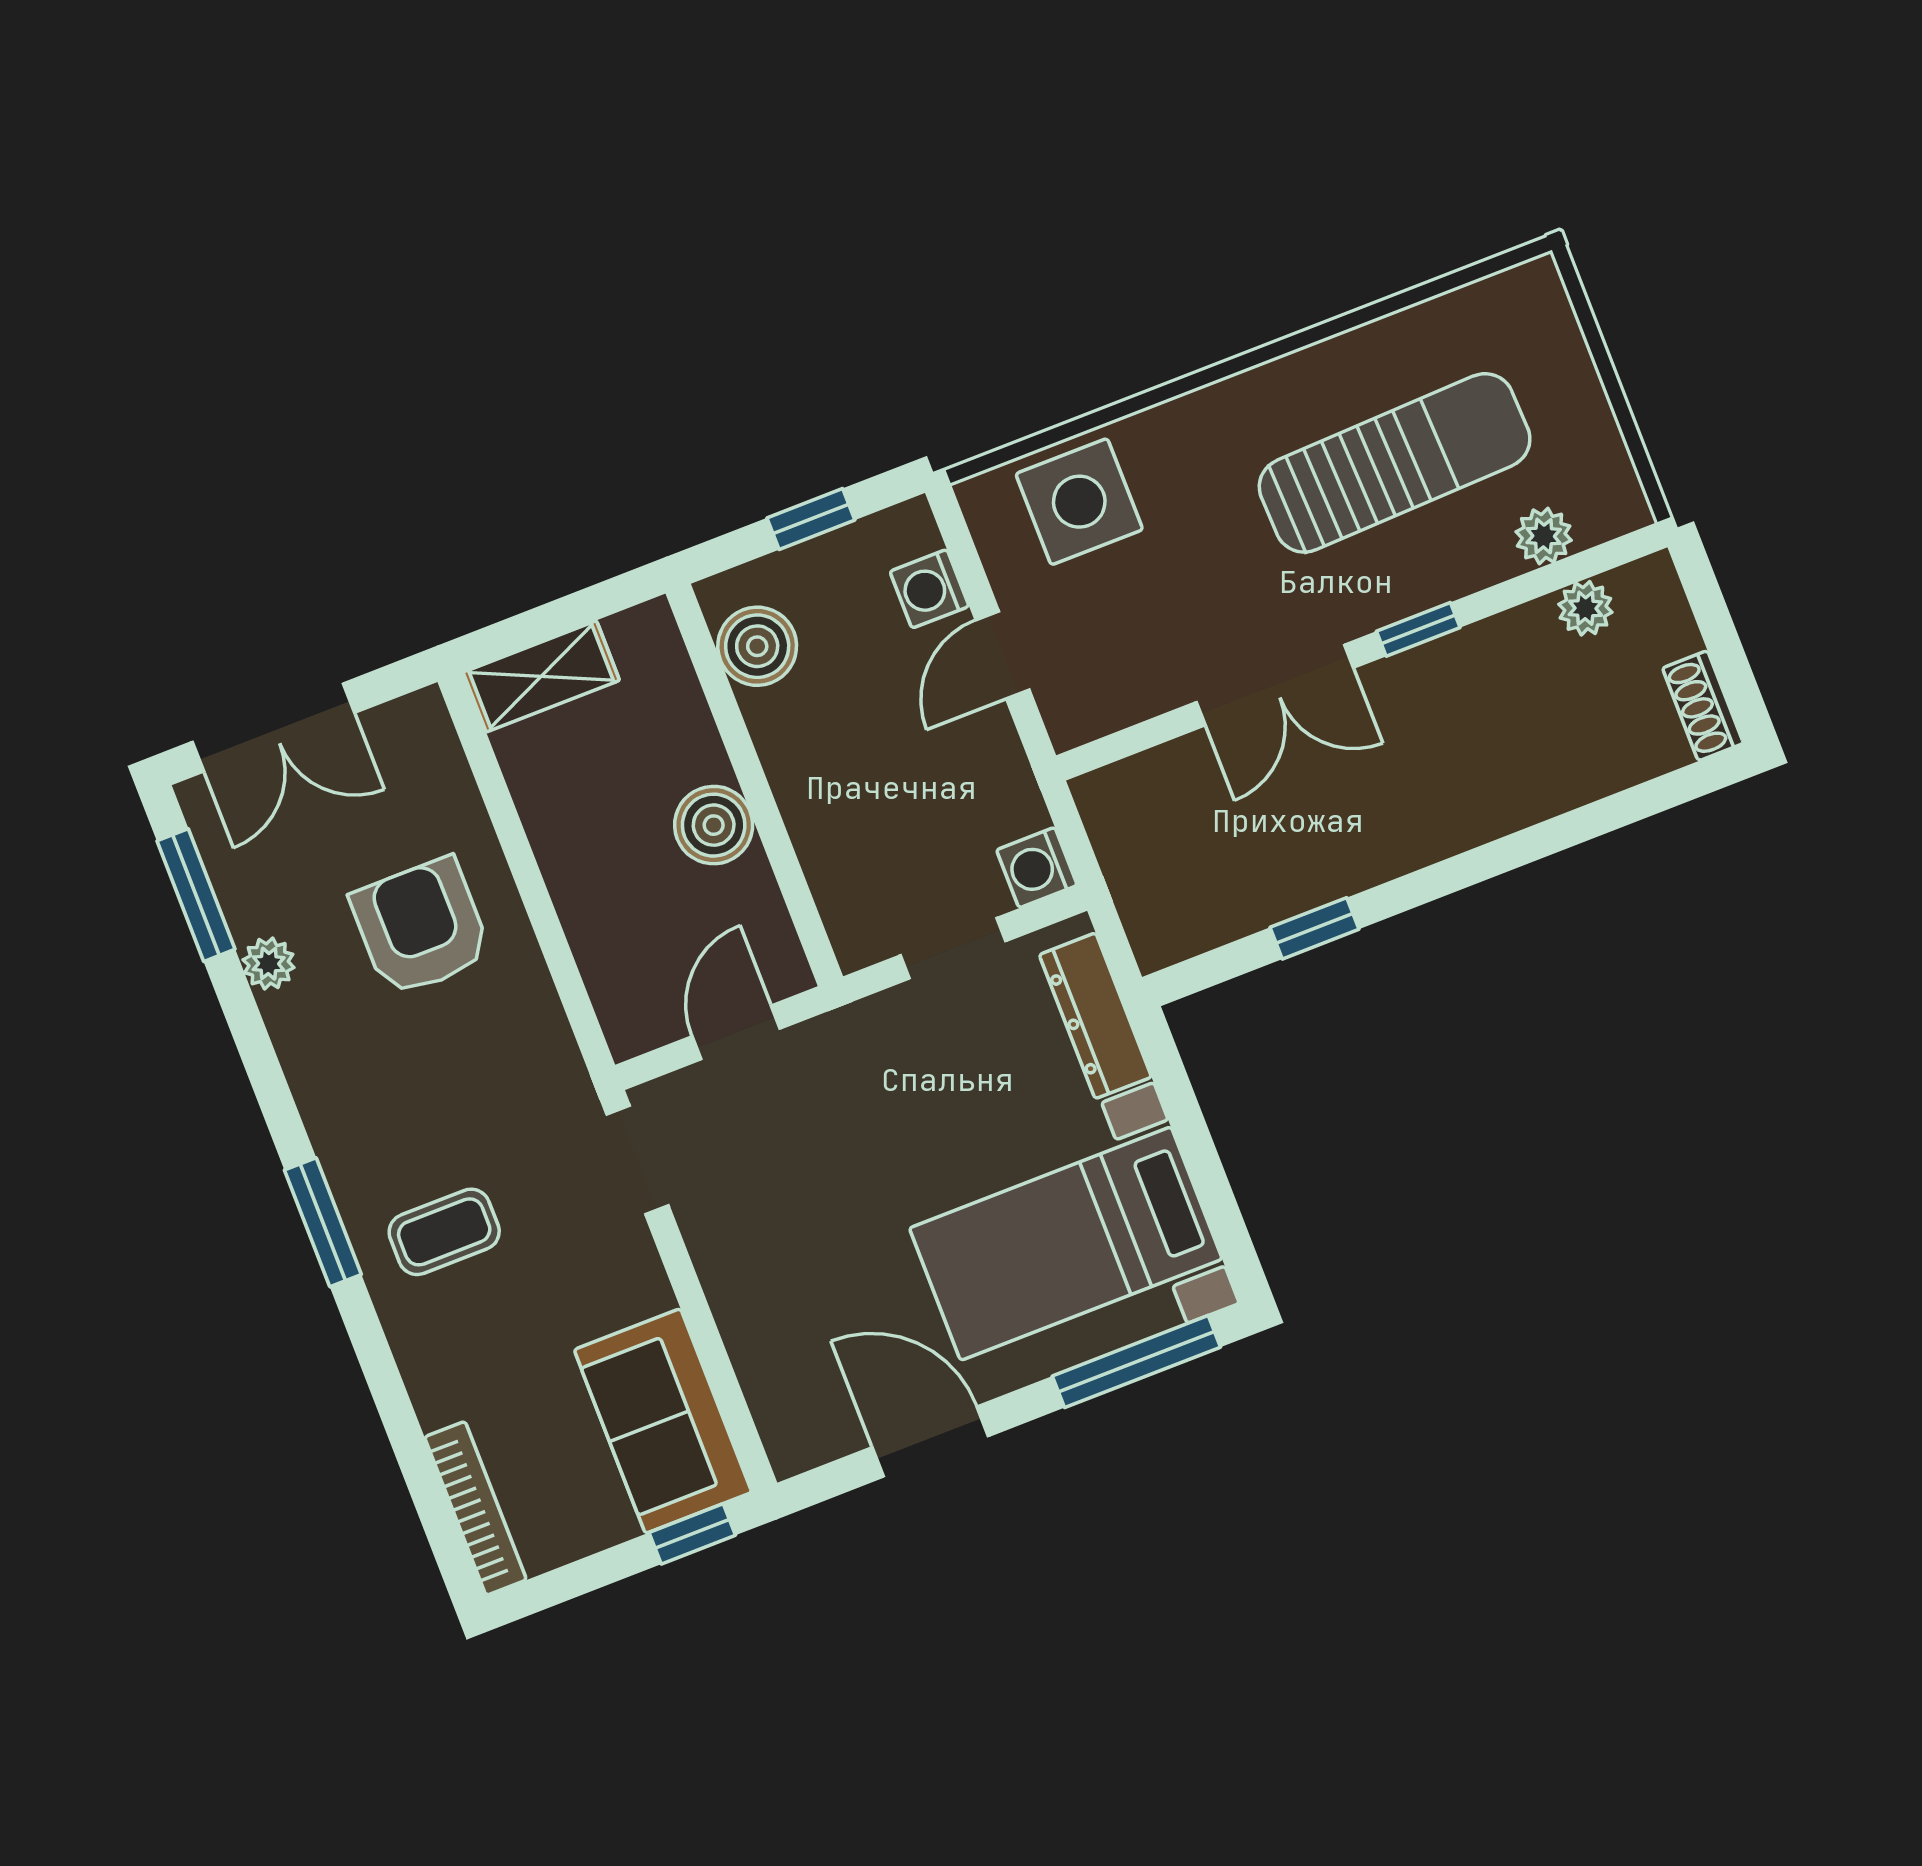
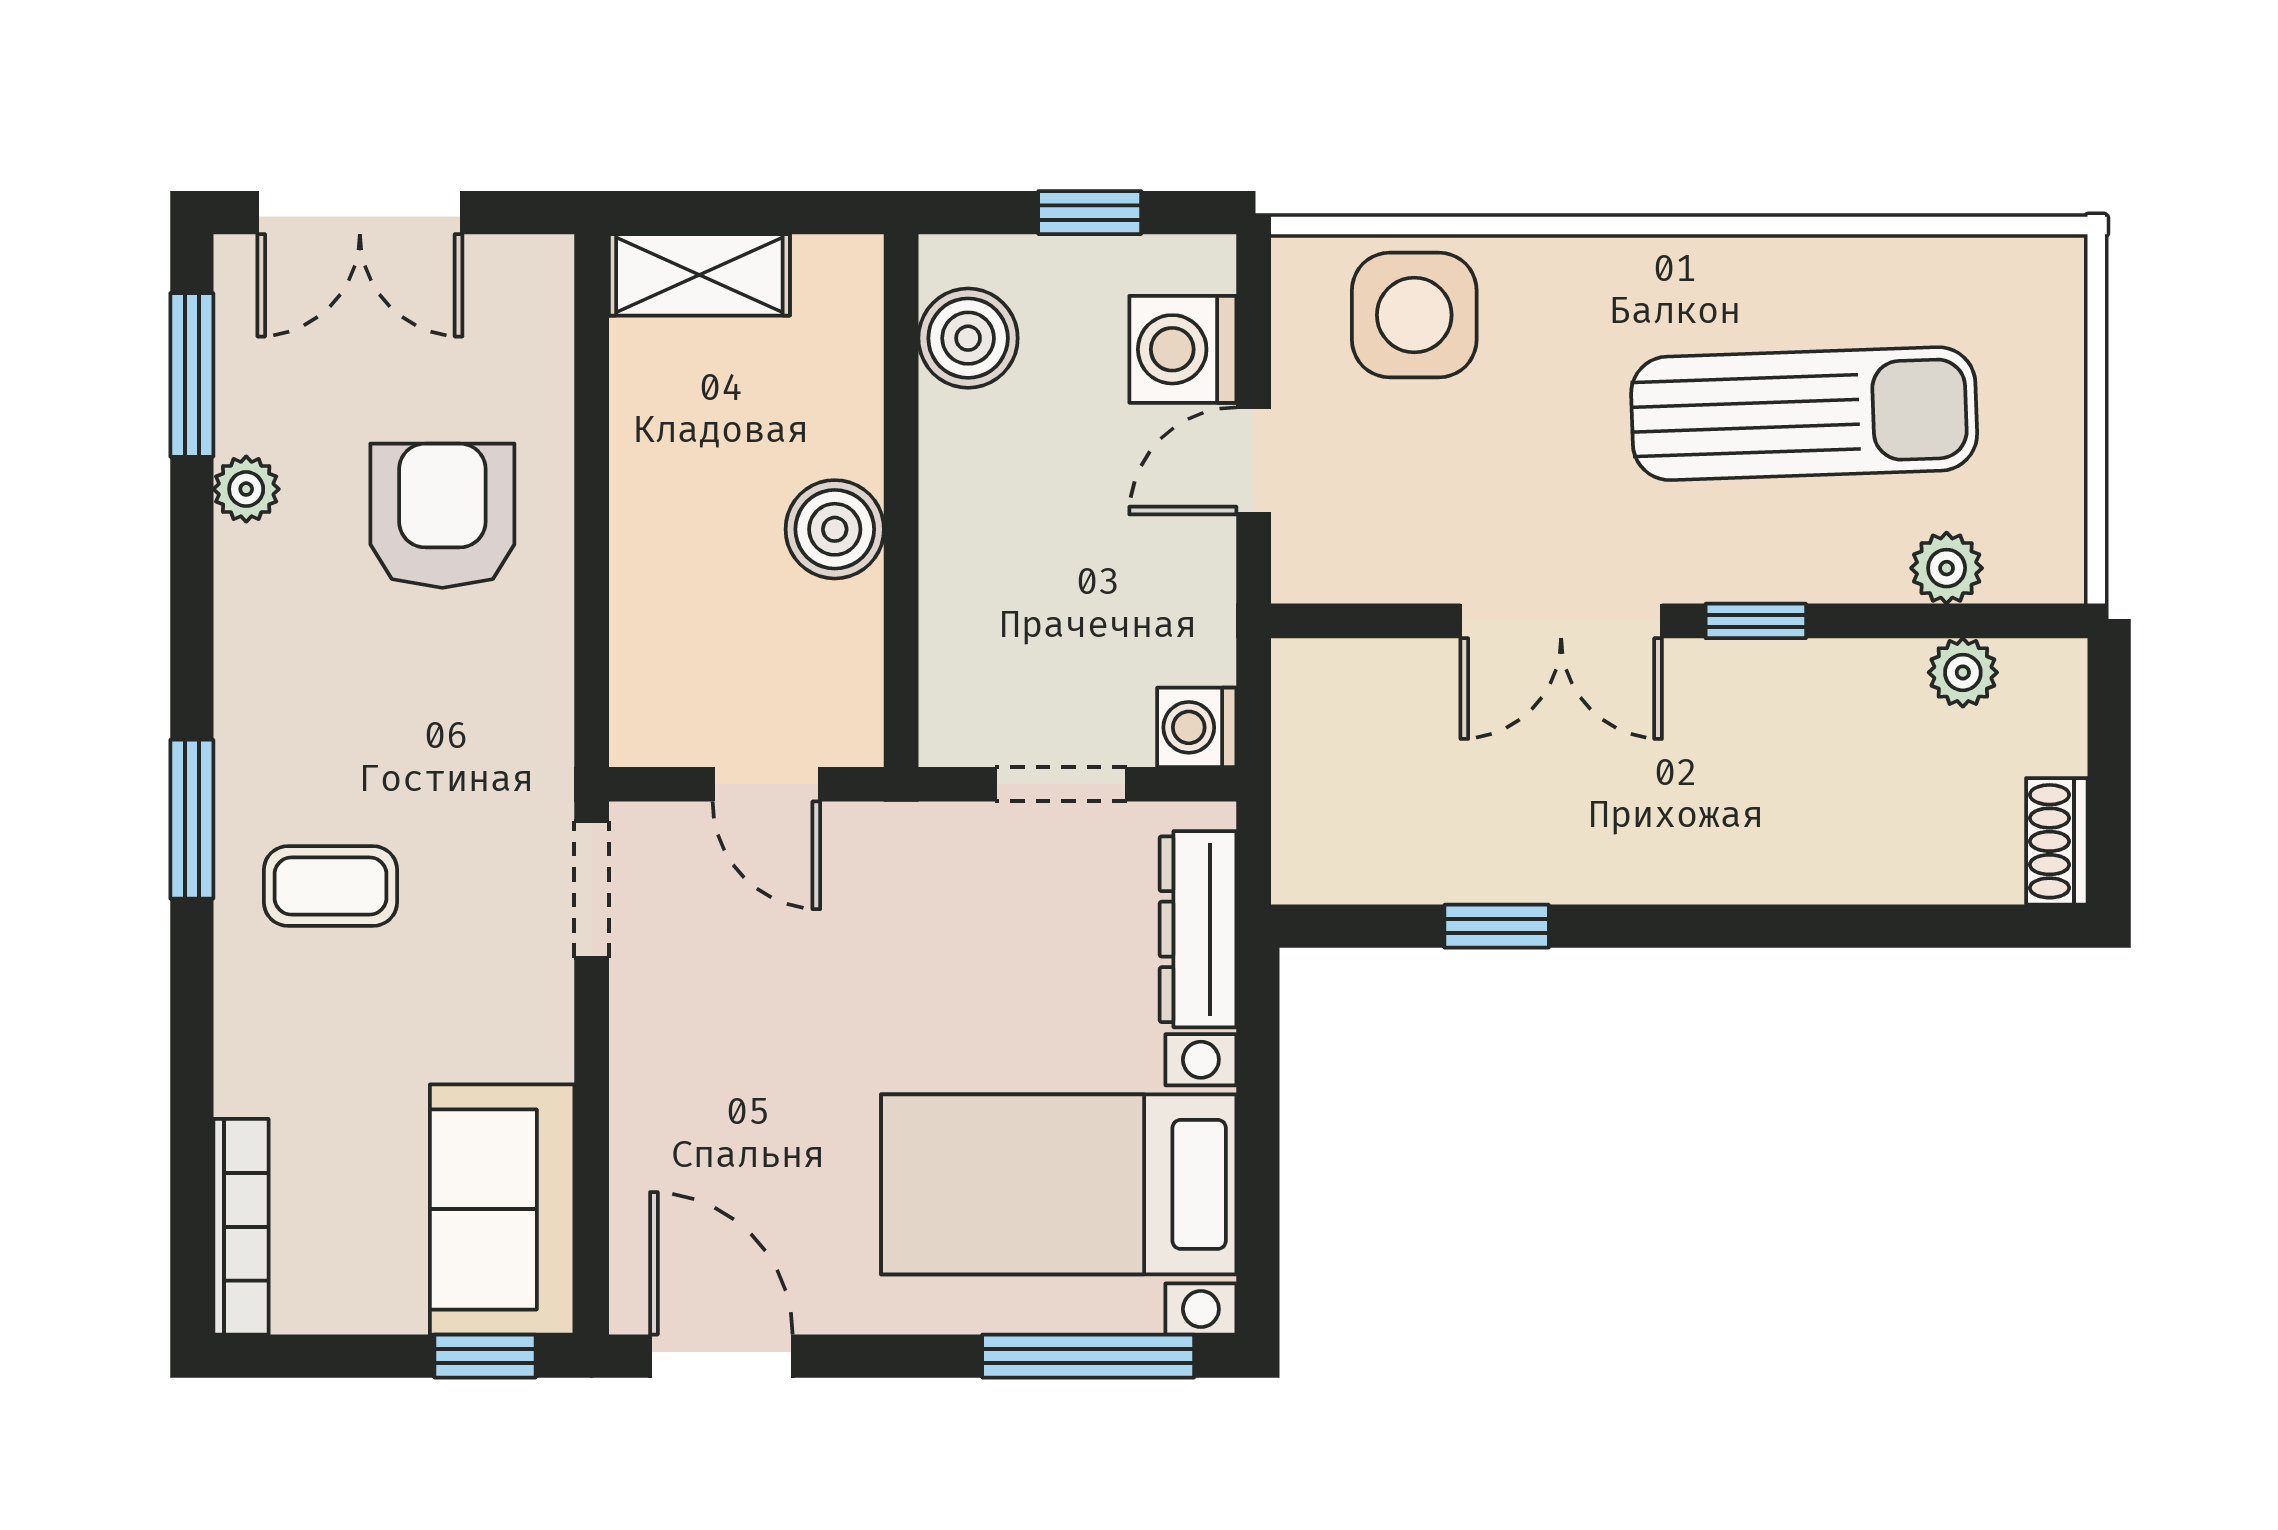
washing machine: (929, 589) -> (1183, 349), width x1.38, depth x1.38
door: (736, 1032) -> (766, 784), swing flipped
door: (930, 1442) -> (721, 1356), moved

